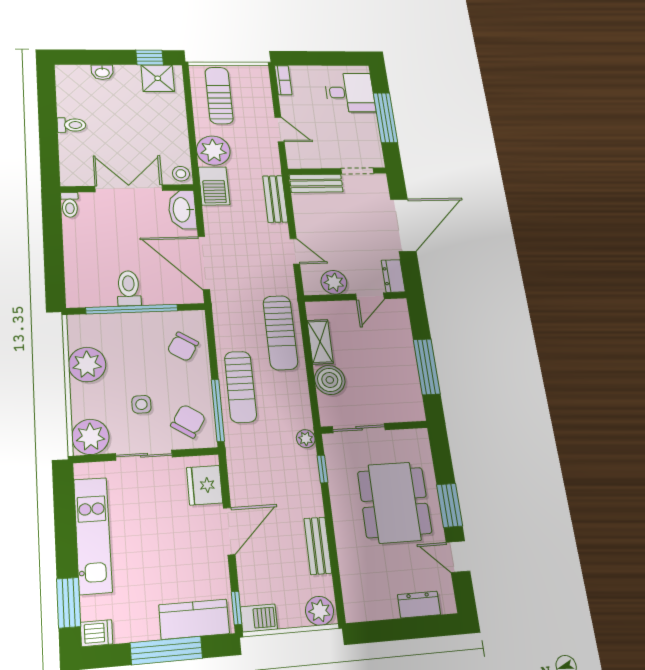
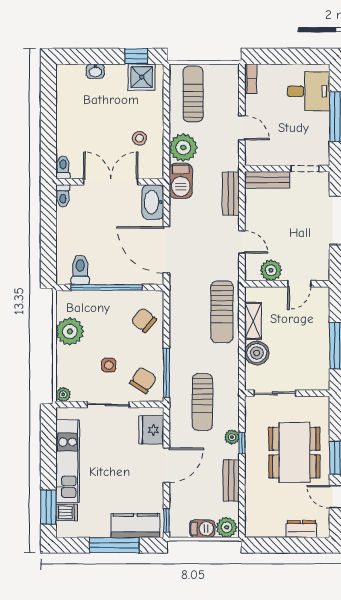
toilet: (71, 125) -> (63, 167), moved, turned -90
stool: (181, 174) -> (139, 138), moved
dresser: (393, 276) -> (322, 266), removed
toilet: (129, 288) -> (80, 270), moved
chair: (183, 347) -> (144, 320), turned 98
sun lounger: (240, 387) -> (202, 402), moved
plant: (90, 437) -> (63, 394), width x0.53, depth x0.53
plant: (306, 439) -> (232, 437), moved
window: (322, 469) -> (242, 443), moved
barbecue: (259, 618) -> (202, 529), moved
dishwasher: (97, 633) -> (67, 512), moved

